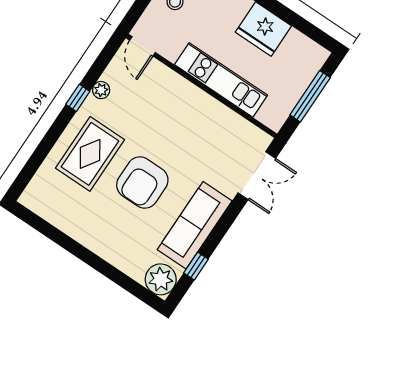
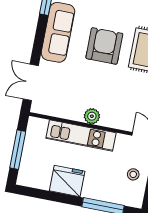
plant: (197, 99) -> (92, 116), added

